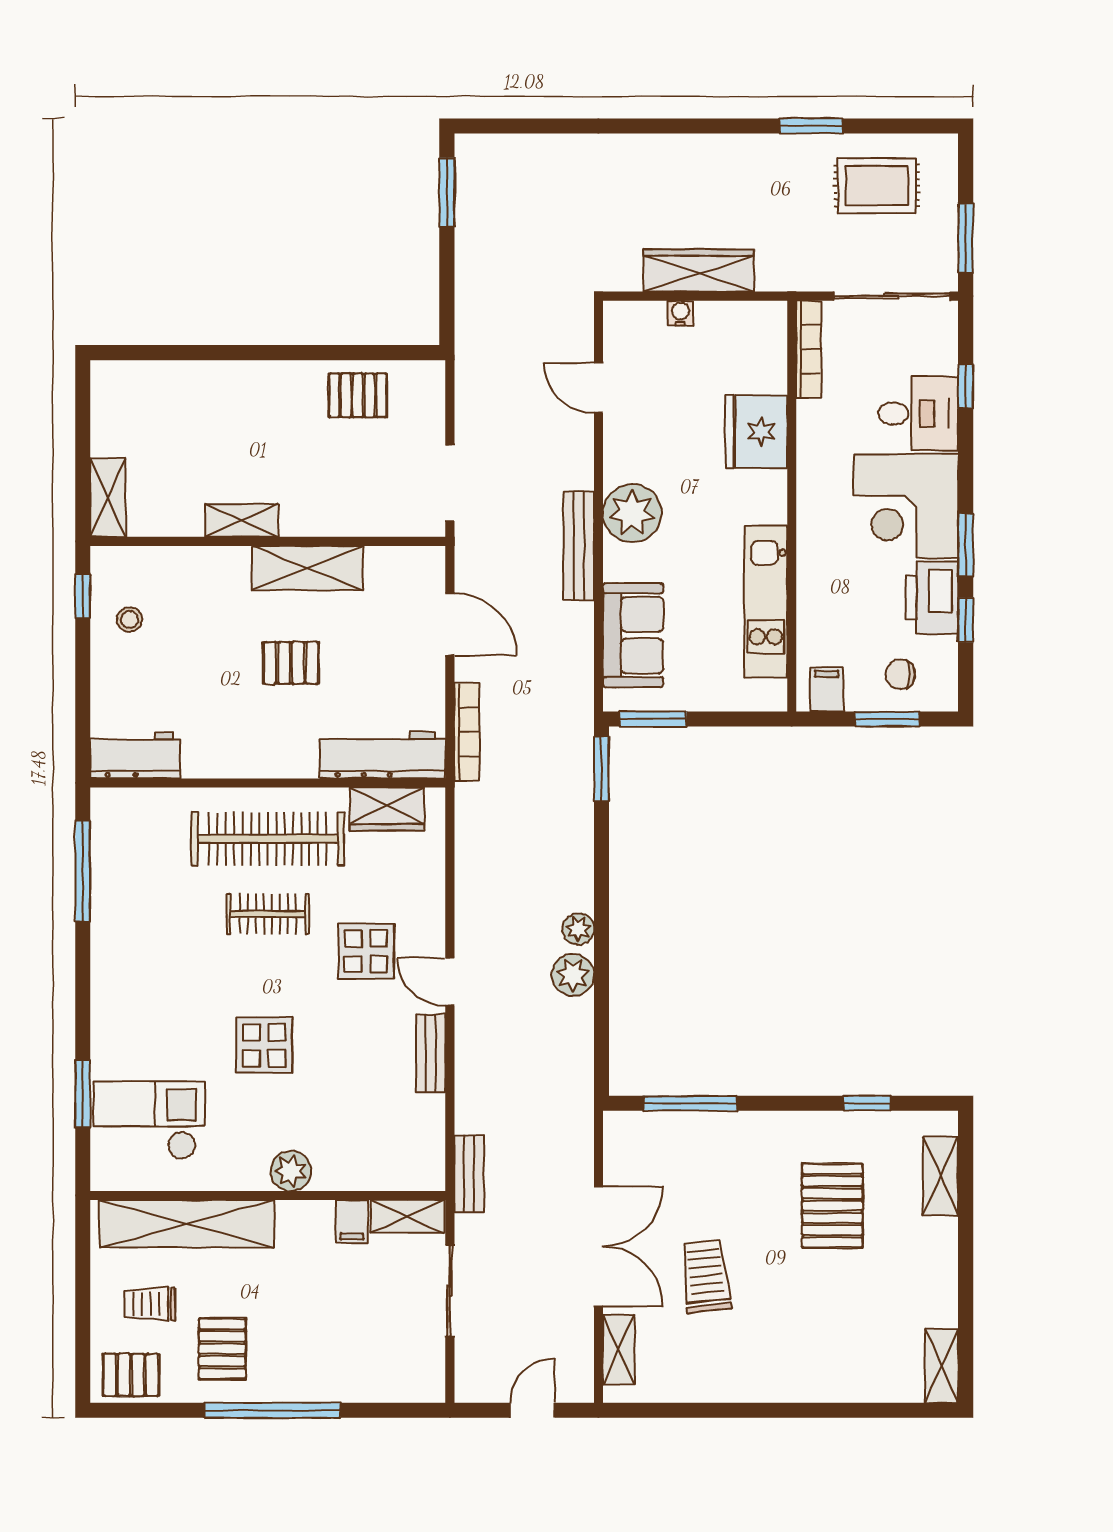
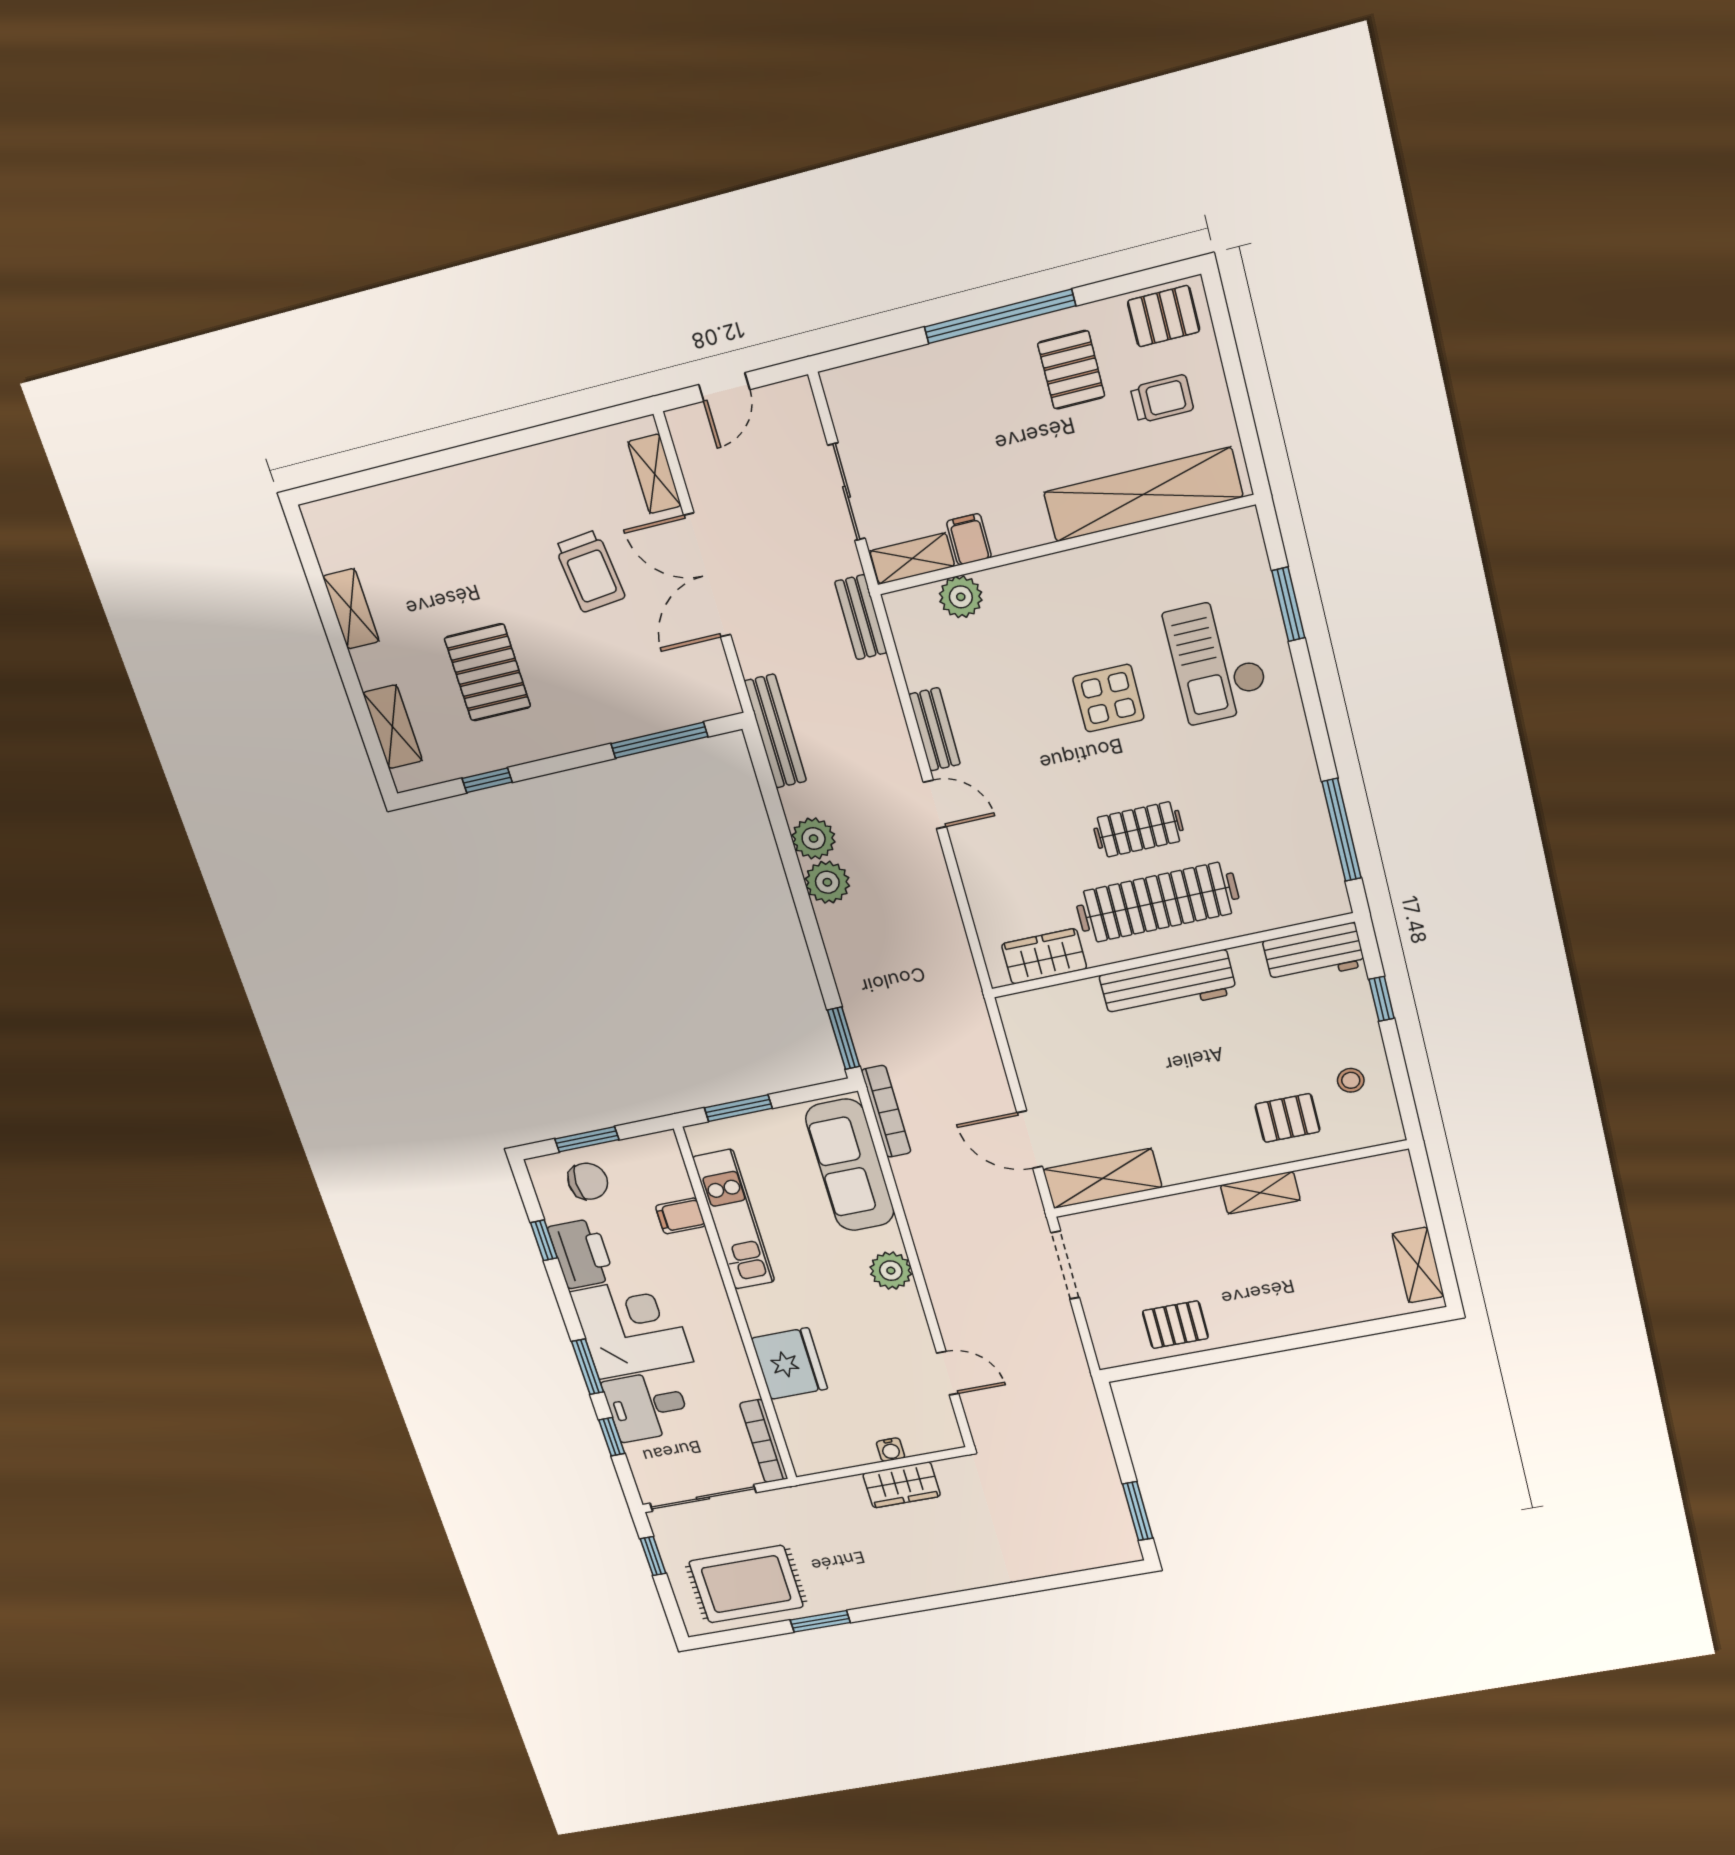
rug: (877, 186) -> (746, 1584), width x1.36, depth x1.43
window: (966, 238) -> (653, 1556), width x0.67
wardrobe: (699, 270) -> (902, 1485), width x0.67
shelving: (108, 497) -> (1418, 1265), moved
plant: (632, 513) -> (891, 1271), width x0.73, depth x0.73
window: (966, 545) -> (588, 1367), moved
bench: (579, 546) -> (775, 731), moved
shelving: (307, 568) -> (1102, 1178), moved
window: (83, 596) -> (1382, 999), moved
sofa: (633, 635) -> (850, 1165), width x1.36
pallet: (291, 663) -> (1287, 1118), moved
chair: (900, 674) -> (588, 1181), width x1.37, depth x1.37
filing cabinet: (827, 689) -> (680, 1216), moved, turned 90
window: (653, 719) -> (738, 1108), moved
bookcase: (467, 732) -> (886, 1111), moved, turned 180
workbench: (383, 755) -> (1168, 984), moved
plant: (578, 929) -> (827, 882), width x1.38, depth x1.38
display table: (366, 951) -> (1028, 815), removed
checkout: (149, 1120) -> (1217, 660), moved, turned 90
plant: (291, 1171) -> (961, 597), moved
shelving: (942, 1366) -> (351, 609), moved

